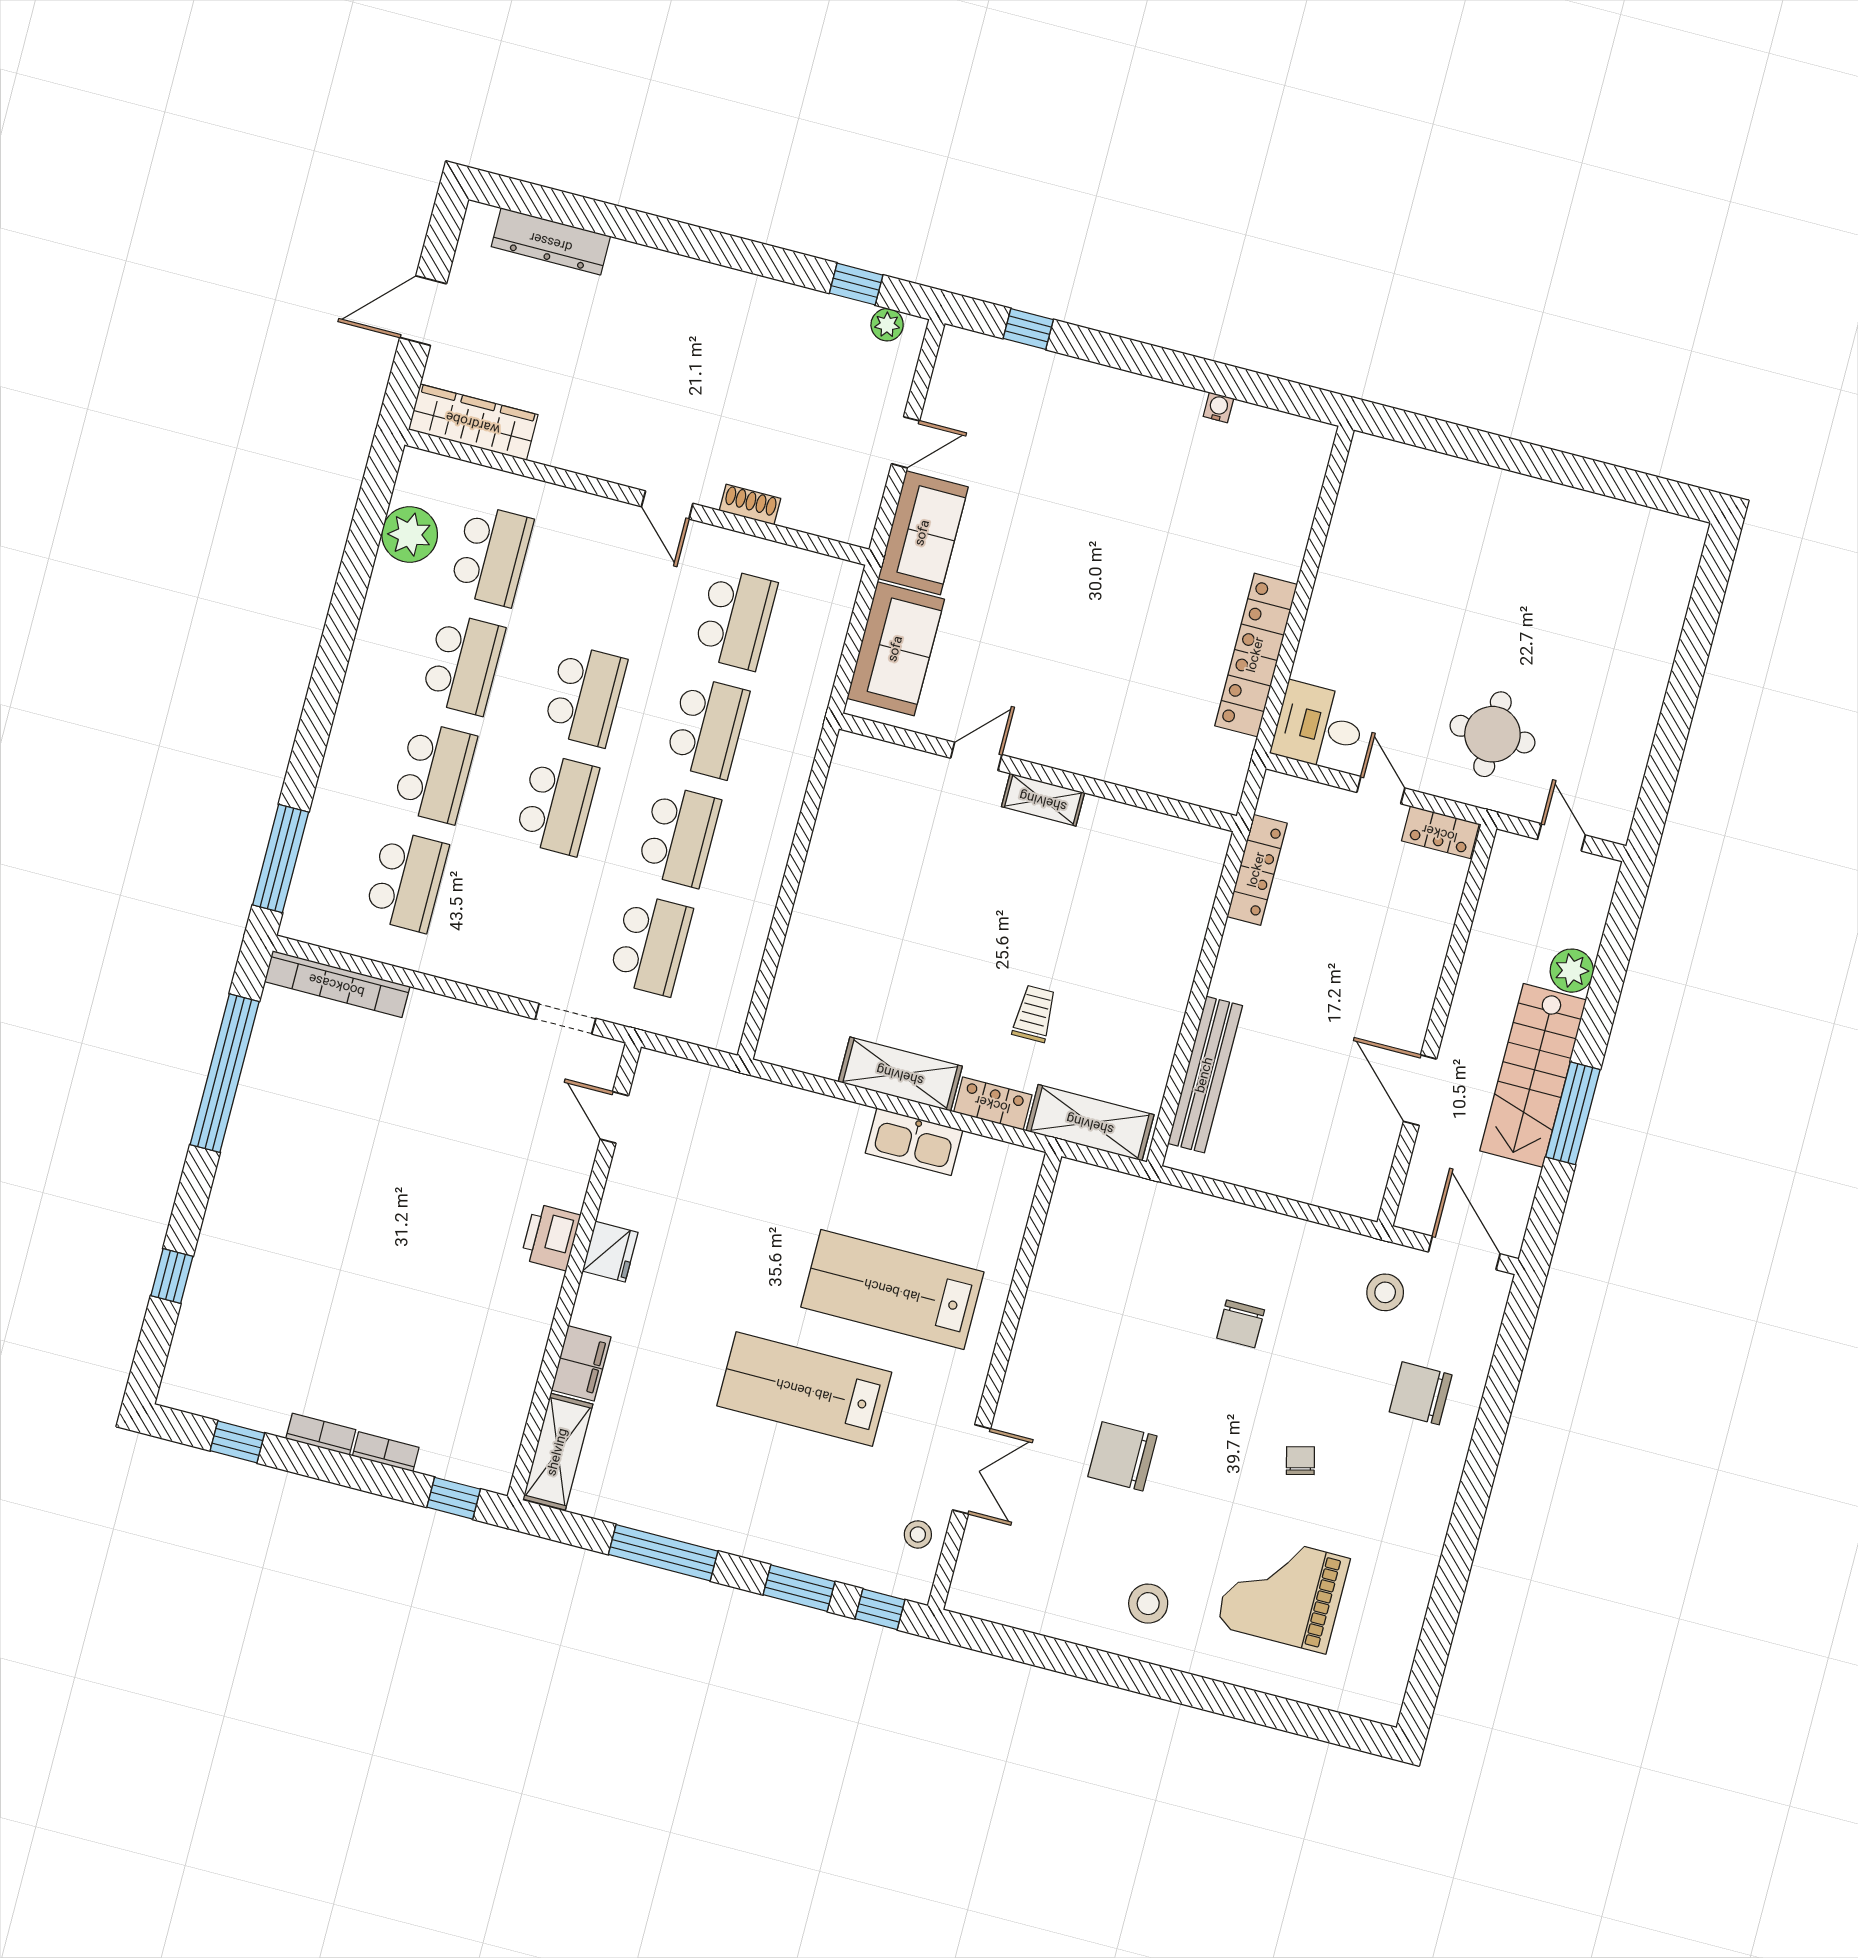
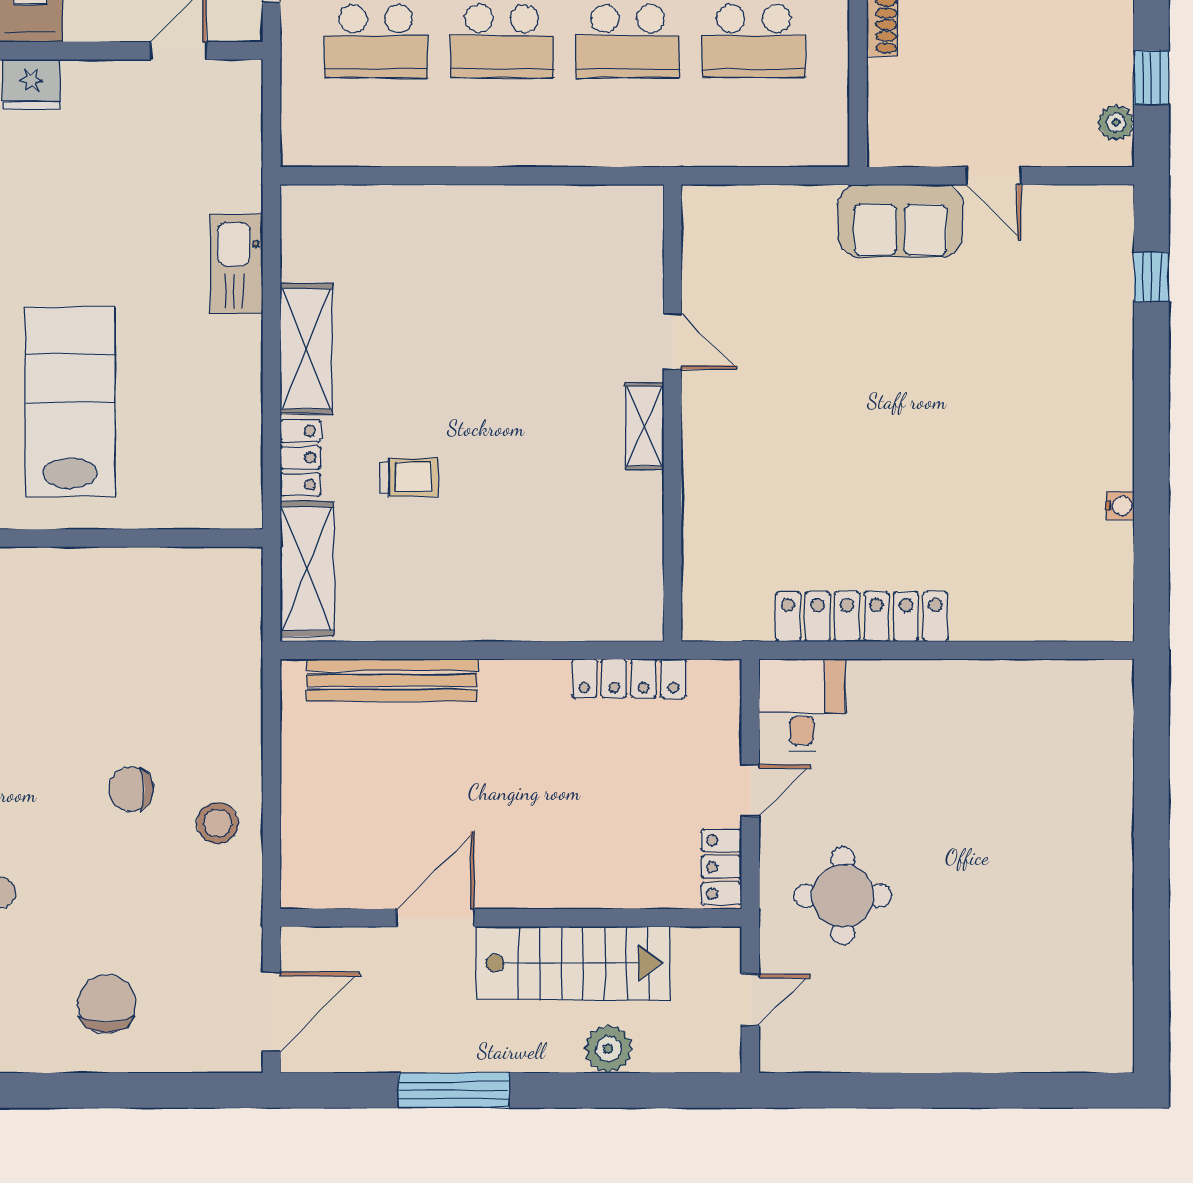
sofa: (896, 649) -> (767, 224), removed
stairs: (1533, 1075) -> (573, 963), moved, turned 180
kitchen sink: (914, 1142) -> (237, 264), moved
stool: (1385, 1292) -> (218, 823), moved

